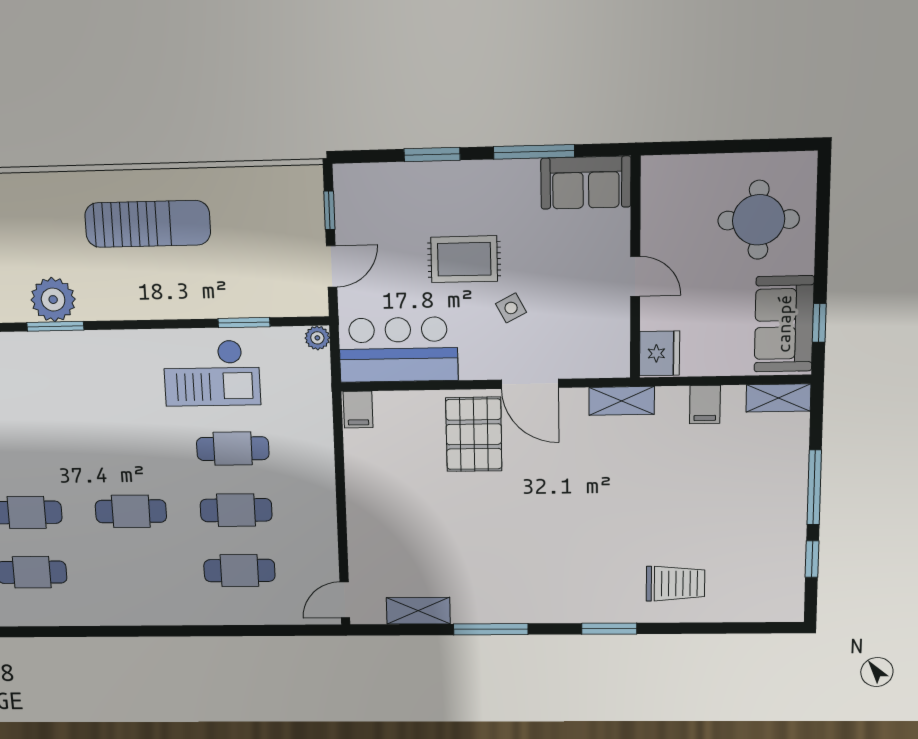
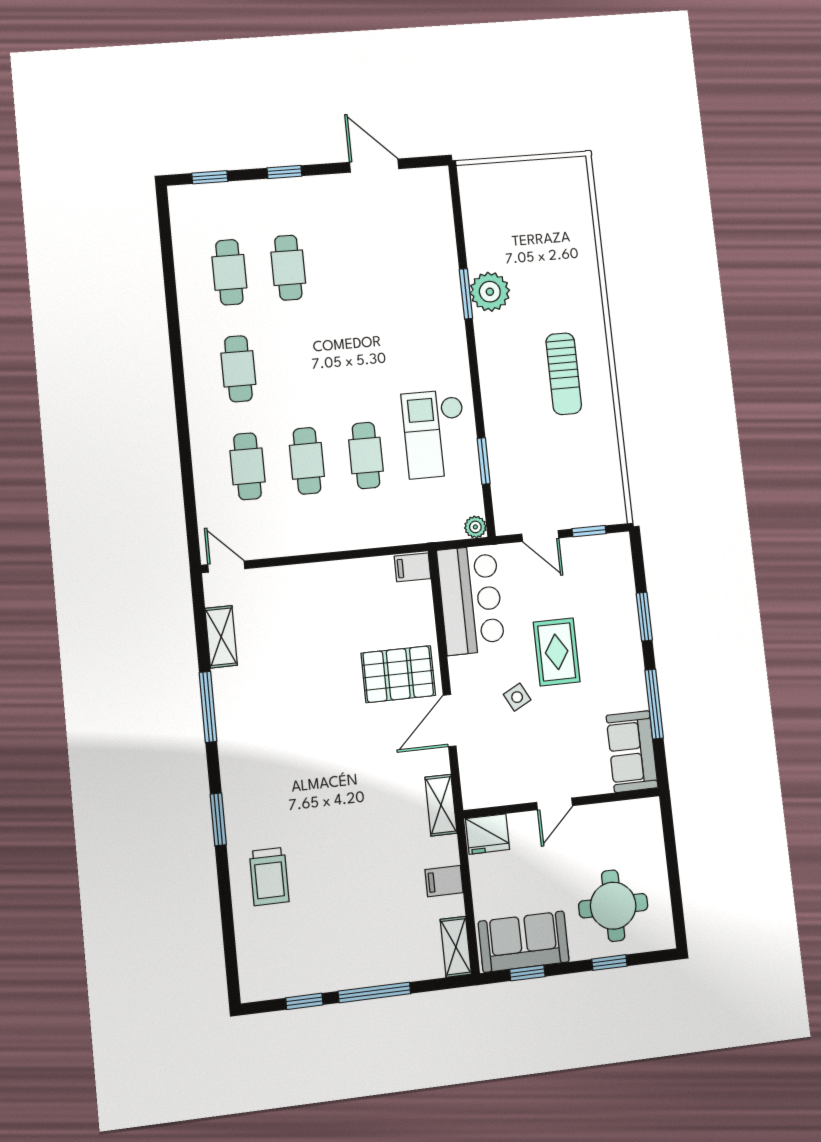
sun lounger: (148, 224) -> (564, 374), width x0.73, depth x0.75
window: (822, 230) -> (609, 963), added
cafe table: (131, 511) -> (238, 369), moved

